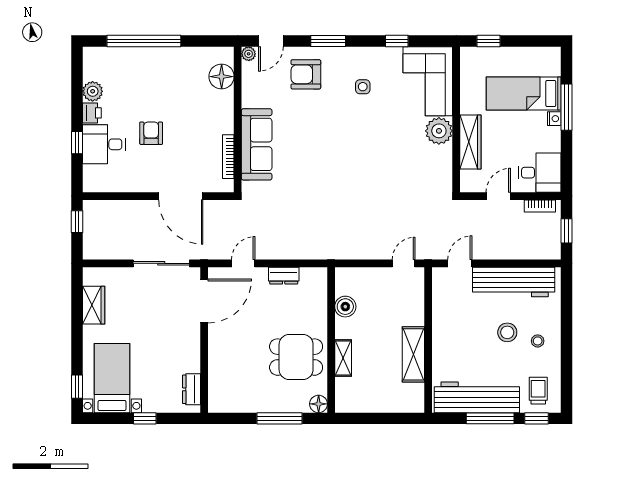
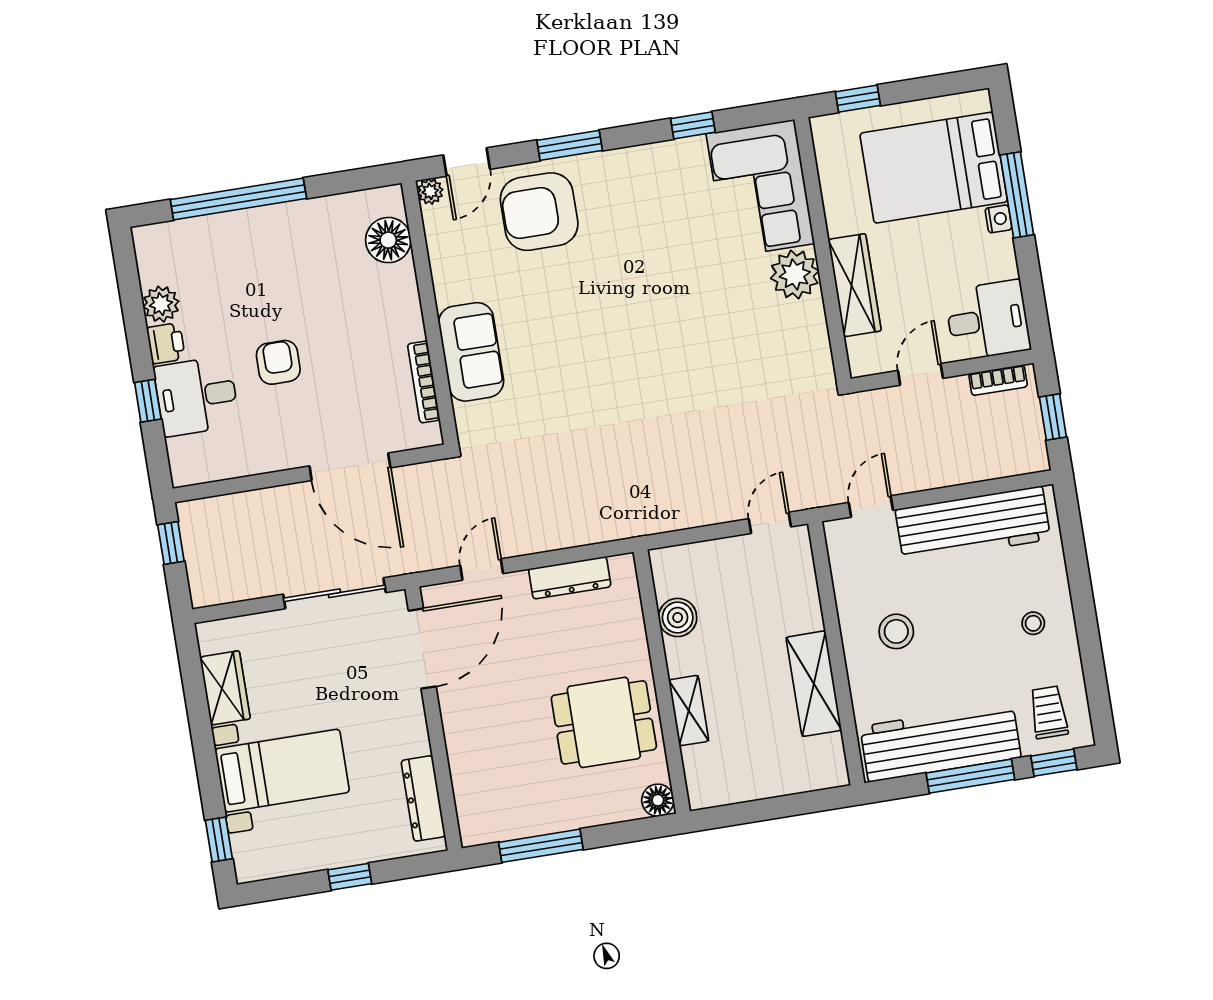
armchair: (306, 74) -> (539, 212), width x1.36, depth x1.36
side table: (363, 87) -> (645, 217), removed
bed: (524, 93) -> (934, 168), width x1.50
sofa: (257, 144) -> (471, 352), width x0.73
dresser: (284, 276) -> (570, 578), width x1.44
stool: (507, 332) -> (896, 631), moved
bed with nightstands: (112, 378) -> (282, 771), moved, turned 90
dresser: (191, 389) -> (423, 798), width x1.44
window: (280, 418) -> (541, 846), moved

